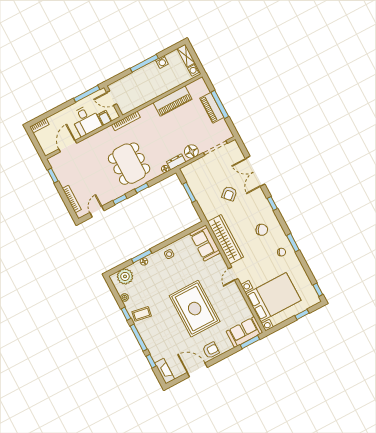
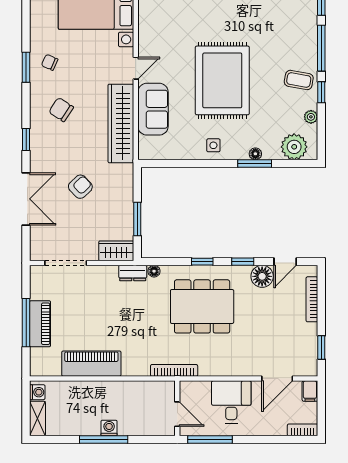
washing machine: (162, 62) -> (109, 428), moved
filing cabinet: (105, 118) -> (310, 391), moved
floor lamp: (191, 151) -> (262, 276), moved
dining table: (129, 164) -> (202, 306), turned 90
wardrobe: (191, 169) -> (116, 251), added
sofa: (205, 243) -> (153, 109), moved
rug: (195, 309) -> (222, 80), moved

